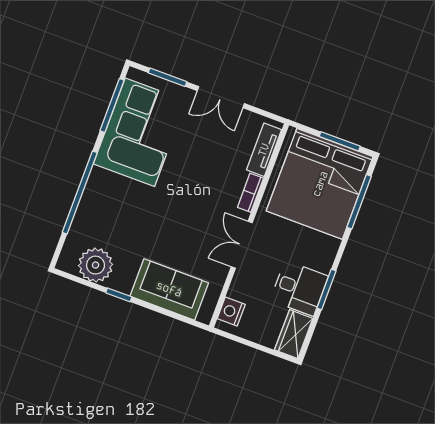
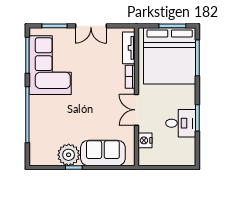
plant: (96, 265) -> (69, 155), moved
nightstand: (231, 312) -> (145, 140), moved
wardrobe: (294, 334) -> (188, 152), removed

